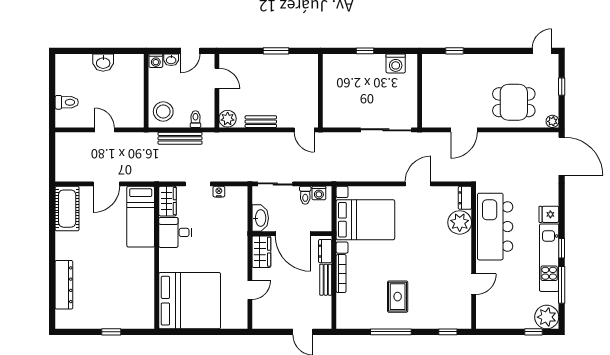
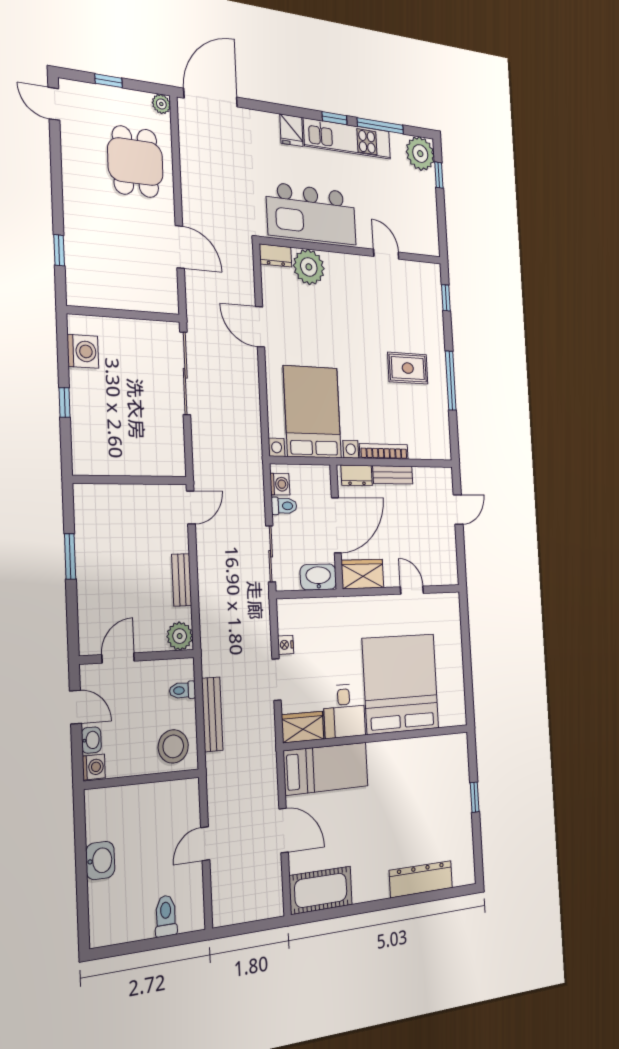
bed: (190, 301) -> (401, 684), moved

